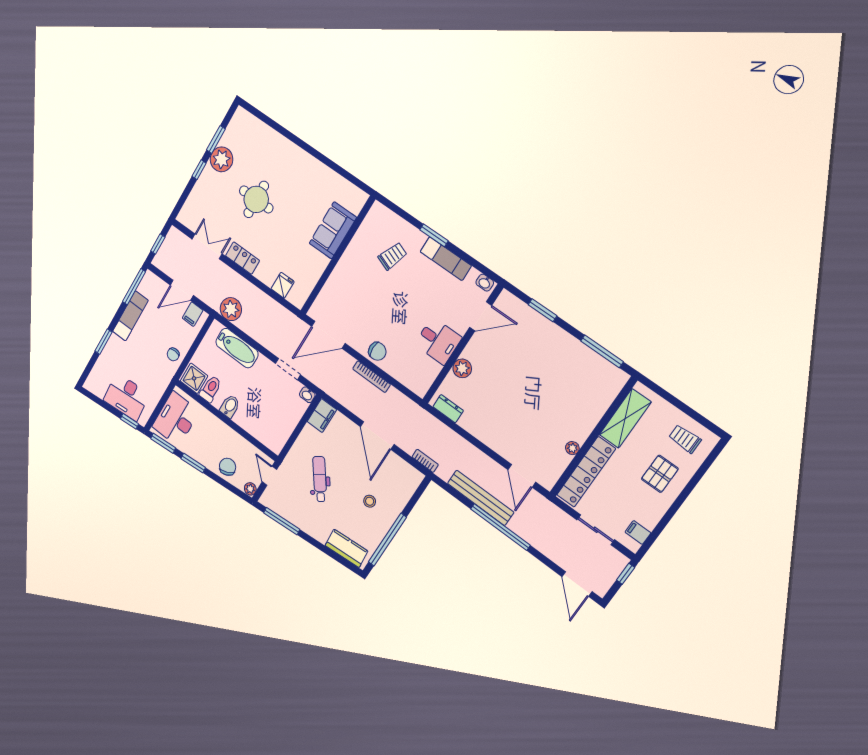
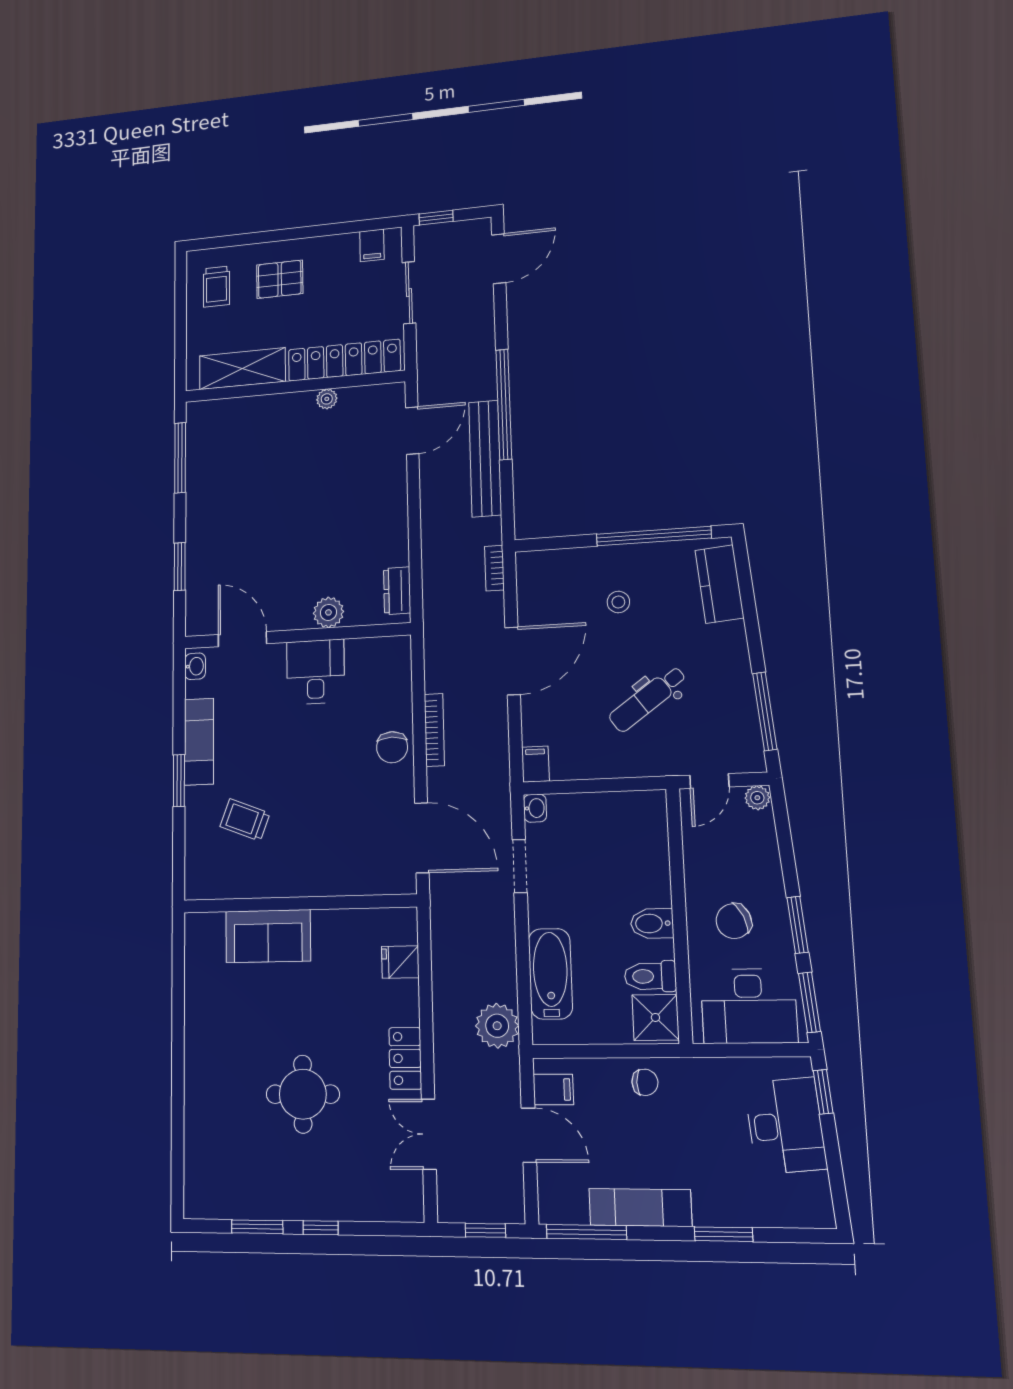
plant: (221, 159) -> (281, 1196), removed
chair: (377, 351) -> (392, 747), turned 180
filing cabinet: (322, 416) -> (535, 764), width x0.50
chair: (228, 467) -> (734, 921), moved

